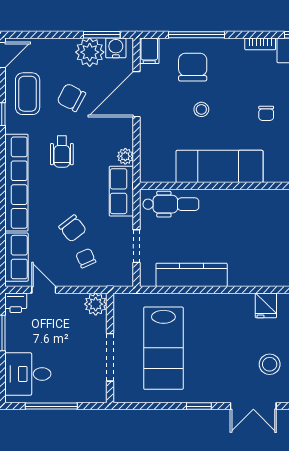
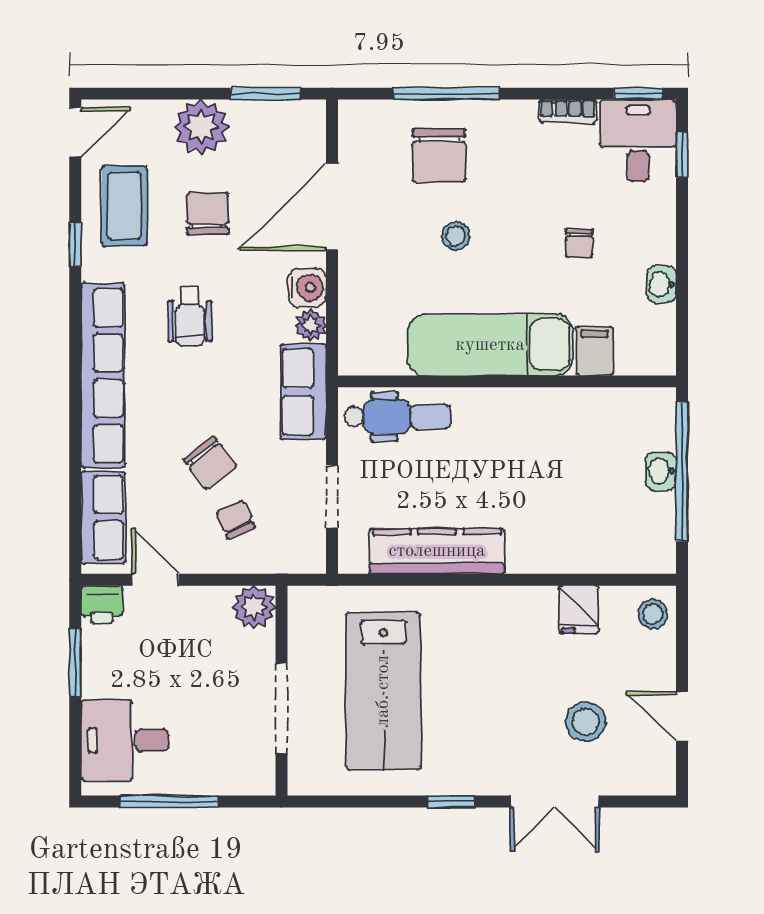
water cooler: (116, 48) -> (307, 288), moved, turned 90
filing cabinet: (149, 51) -> (595, 351), moved, turned 180
plant: (90, 52) -> (201, 127), moved
chair: (193, 67) -> (439, 155), turned 180
chair: (71, 97) -> (208, 213), turned 62

